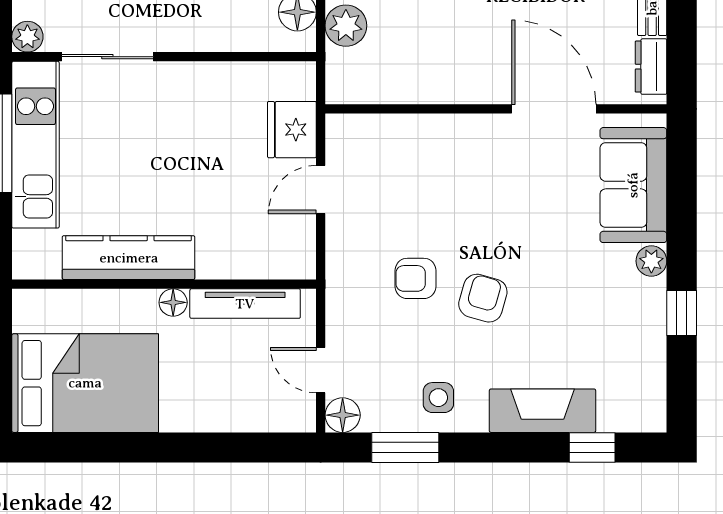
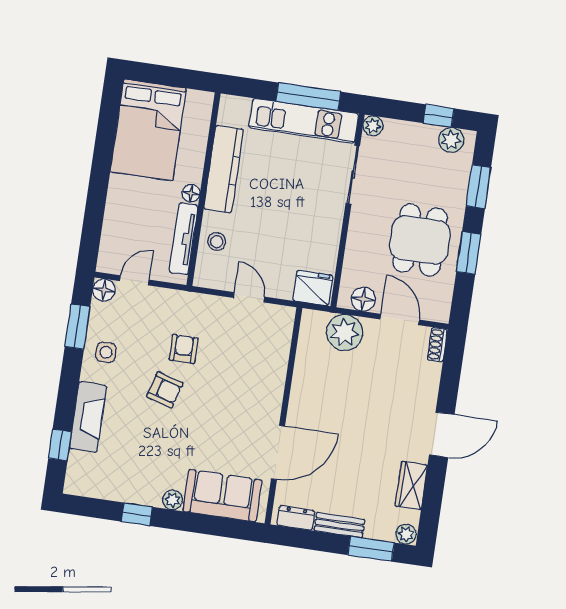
plant: (346, 26) -> (345, 333), width x1.36, depth x1.36
fridge: (292, 130) -> (313, 288), moved
stool: (242, 252) -> (217, 242), added

